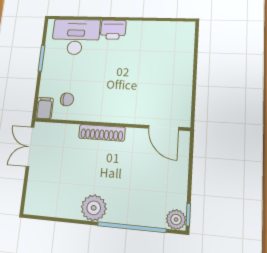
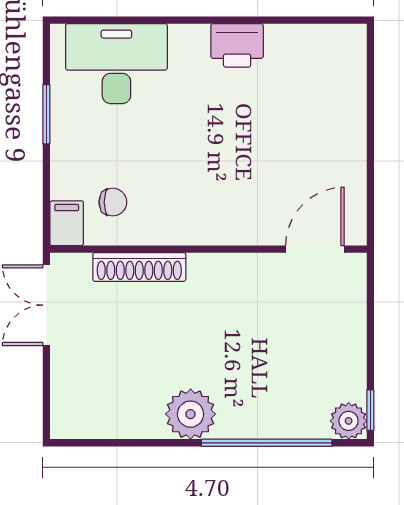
printer: (113, 30) -> (237, 45), moved
door: (163, 128) -> (315, 249), swing flipped
shoe rack: (102, 133) -> (139, 267), moved

